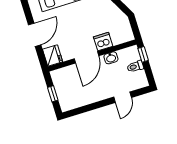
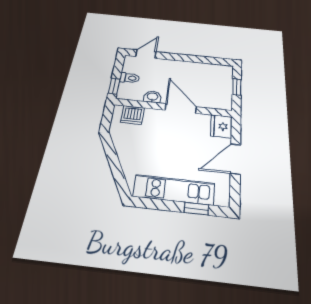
dishwasher: (103, 42) -> (133, 115), moved
door: (86, 57) -> (181, 108), hinge flipped
door: (123, 97) -> (146, 54), moved

